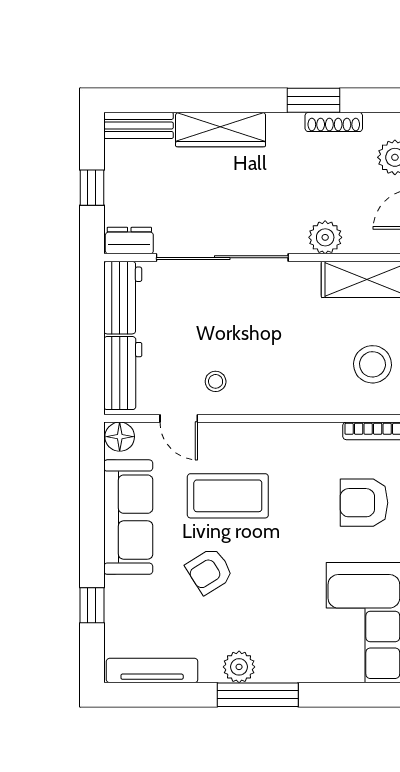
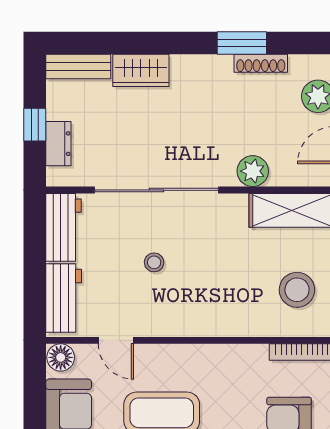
wardrobe: (221, 130) -> (141, 70), width x0.67
dresser: (129, 241) -> (58, 144), moved, turned 90
stool: (216, 381) -> (154, 262), moved

